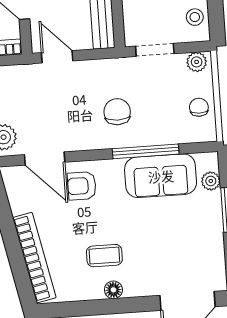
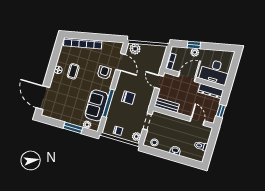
door: (57, 57) -> (159, 82), swing flipped
door: (45, 158) -> (120, 62), swing flipped

